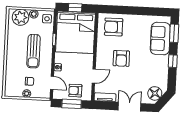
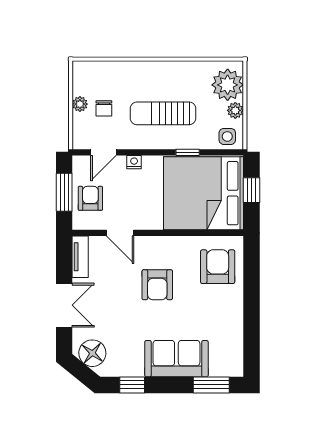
sofa: (160, 39) -> (176, 359), moved
armchair: (121, 58) -> (157, 285), turned -90
window: (173, 61) -> (132, 385), moved

